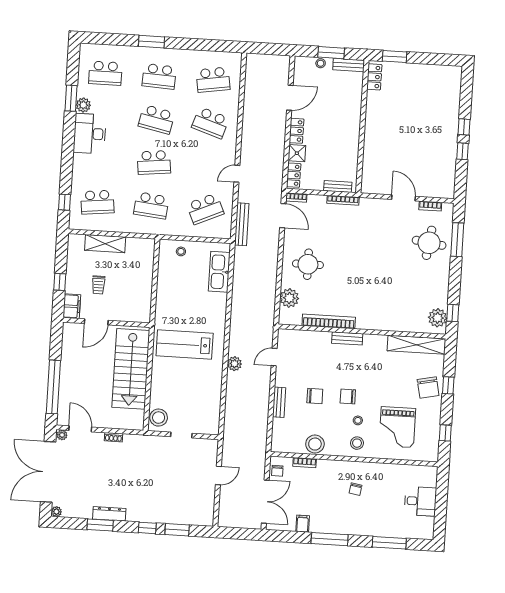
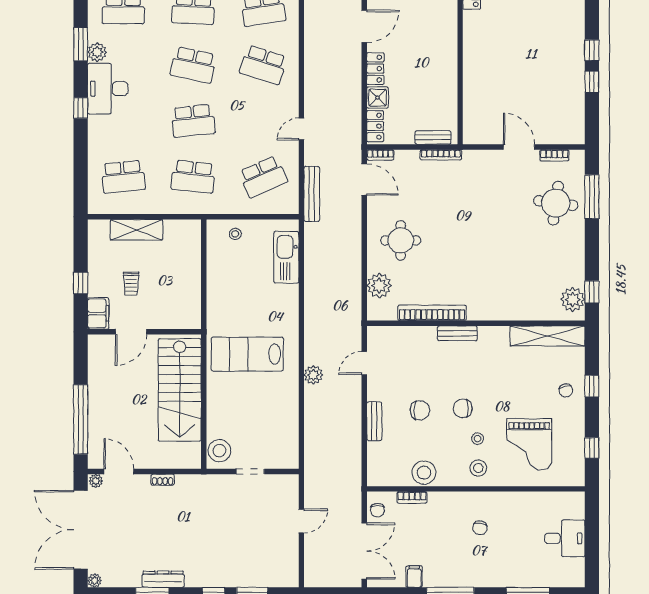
window: (65, 202) -> (81, 108), moved
chair: (428, 388) -> (566, 390), width x0.54, depth x0.54

